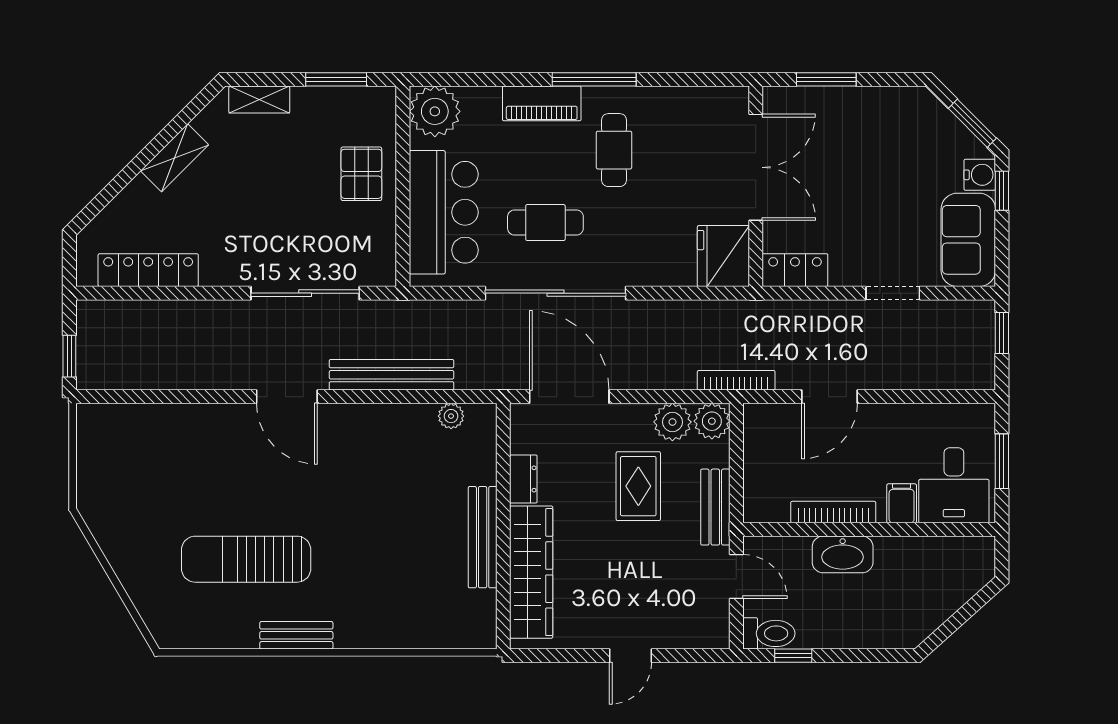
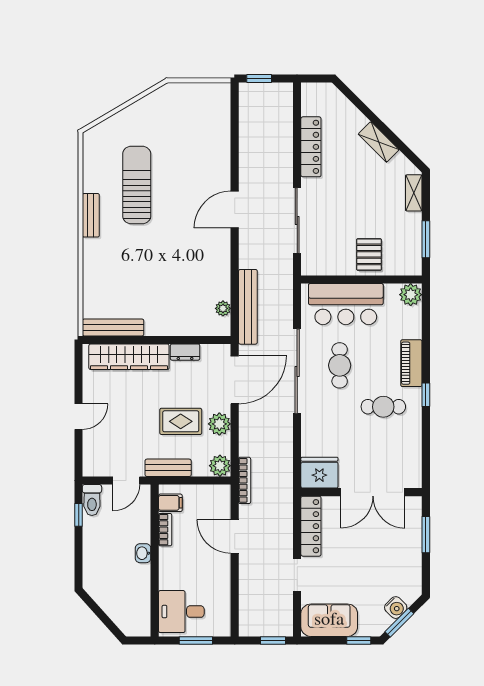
window: (594, 79) -> (426, 395), width x0.46
plant: (435, 111) -> (411, 295), width x0.73, depth x0.73
pallet: (361, 174) -> (369, 254), turned 90
water cooler: (980, 175) -> (396, 608), moved, turned -45
locker: (148, 270) -> (311, 147), moved
locker: (795, 270) -> (311, 526), width x1.53
bench: (391, 375) -> (248, 307), moved
plant: (672, 422) -> (219, 424), moved
filing cabinet: (902, 503) -> (170, 503), moved
bookcase: (833, 512) -> (165, 530), width x0.64
bench: (483, 537) -> (113, 327), moved
washbasin: (843, 554) -> (143, 553), width x0.52, depth x0.69
door: (630, 656) -> (79, 417), swing flipped

